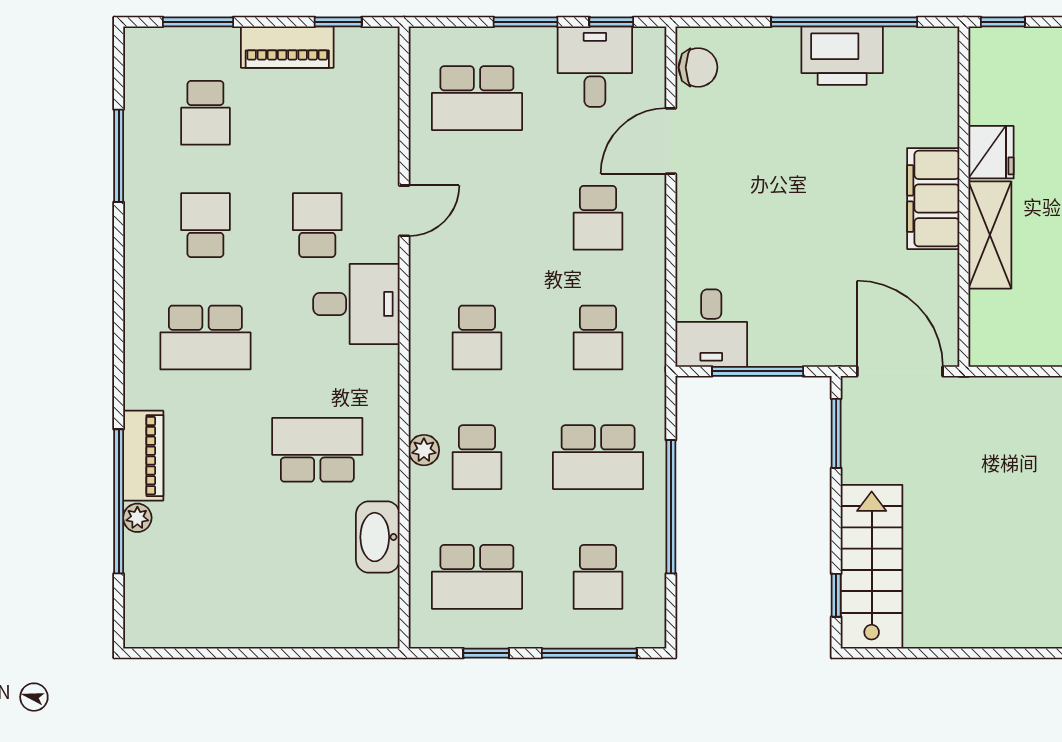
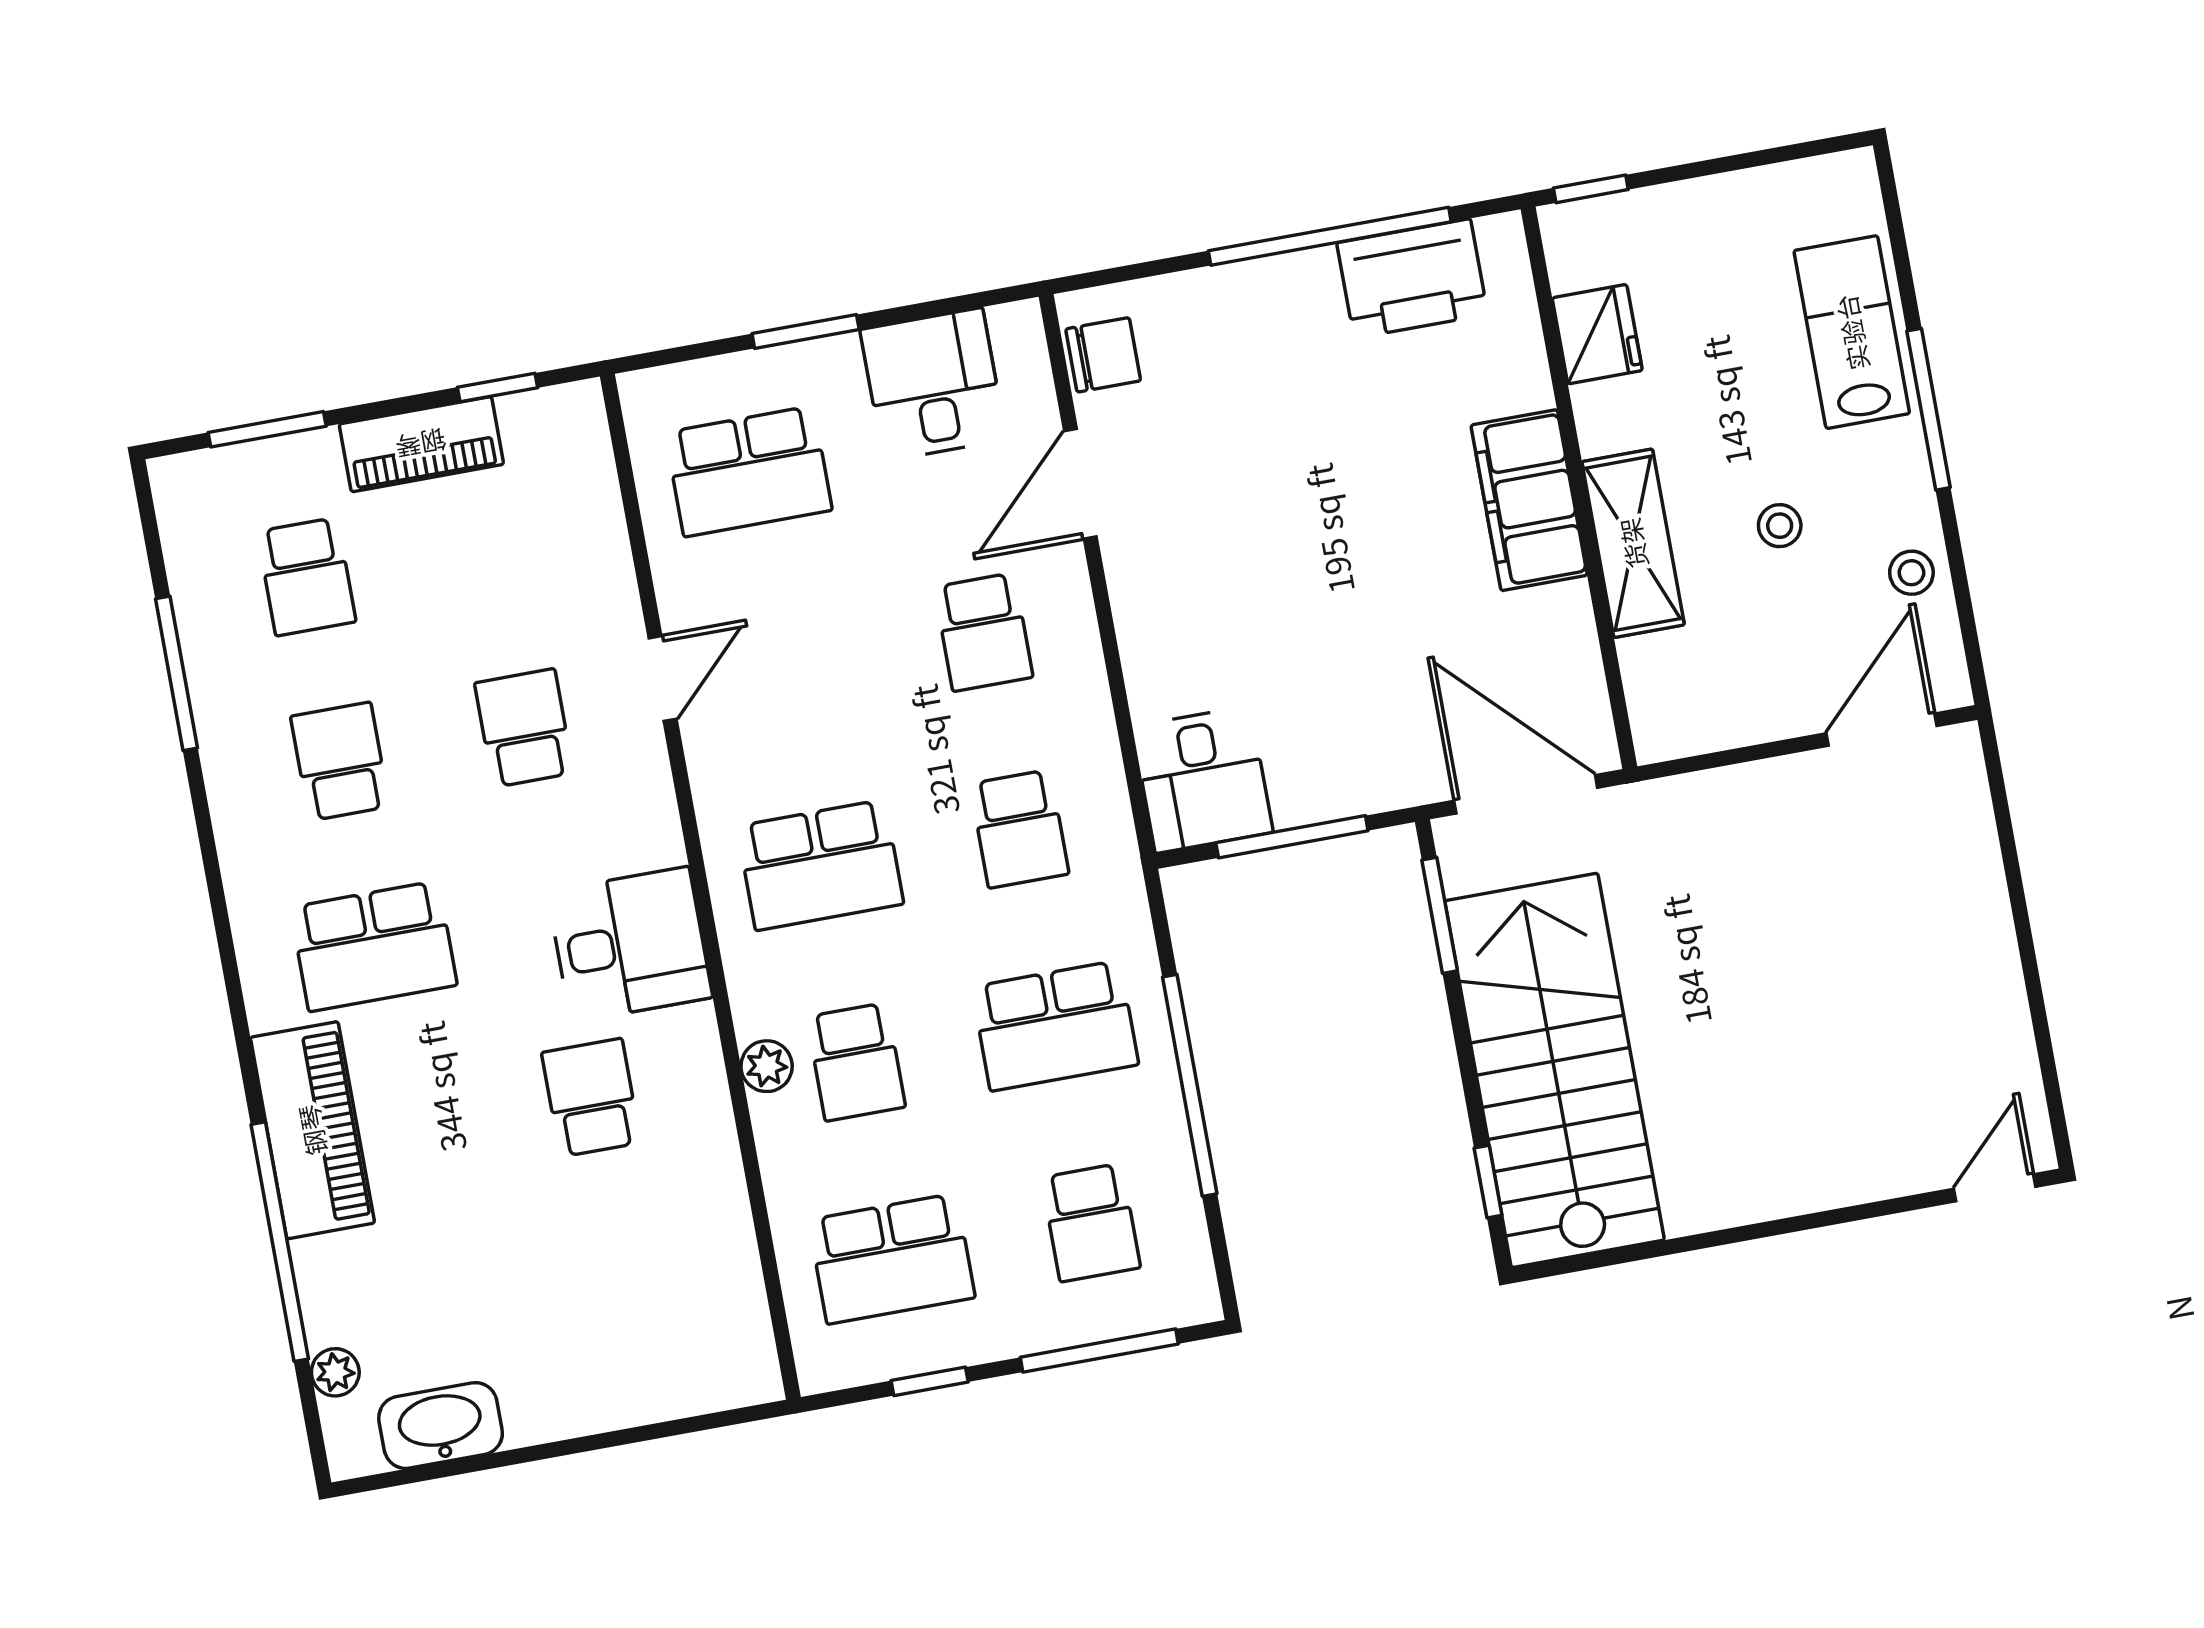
window: (611, 22) -> (947, 306), removed
printer: (842, 56) -> (1412, 279), moved
fridge: (991, 152) -> (1597, 334), moved
desk: (356, 304) -> (630, 945), moved
school desk: (477, 337) -> (820, 865), width x1.85
school desk: (317, 450) -> (591, 1098), width x0.54
piano: (143, 456) -> (312, 1130), width x1.37, depth x1.33
plant: (137, 518) -> (335, 1372), moved
washbasin: (378, 537) -> (441, 1426), moved, turned 90
stairs: (872, 567) -> (1555, 1070), width x1.36, depth x1.51

